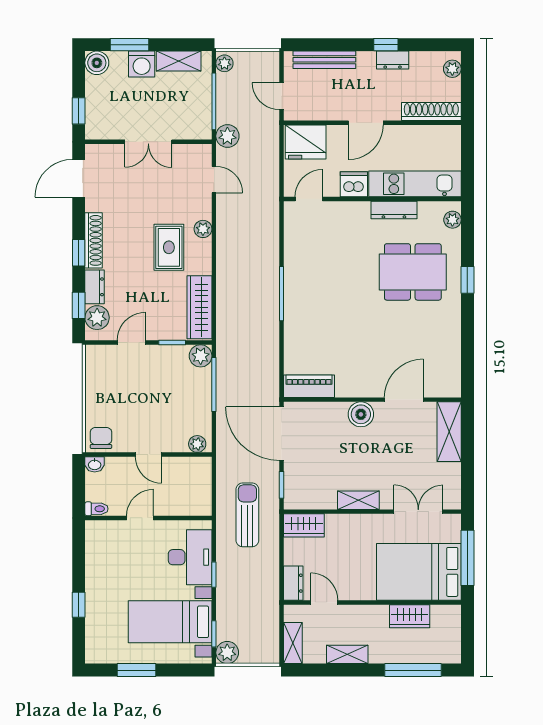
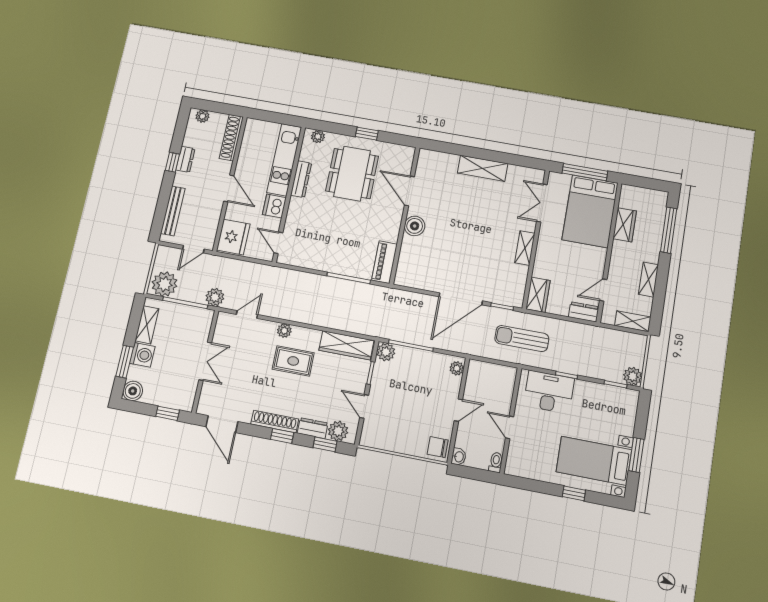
plant: (224, 63) -> (165, 284), width x1.88, depth x1.88
piano: (309, 386) -> (384, 262), moved
wall: (372, 400) -> (405, 215), moved
door: (404, 400) -> (409, 191), moved
boiler: (361, 414) -> (415, 226), moved
bed with nightstands: (170, 622) -> (594, 461), moved, turned 90

